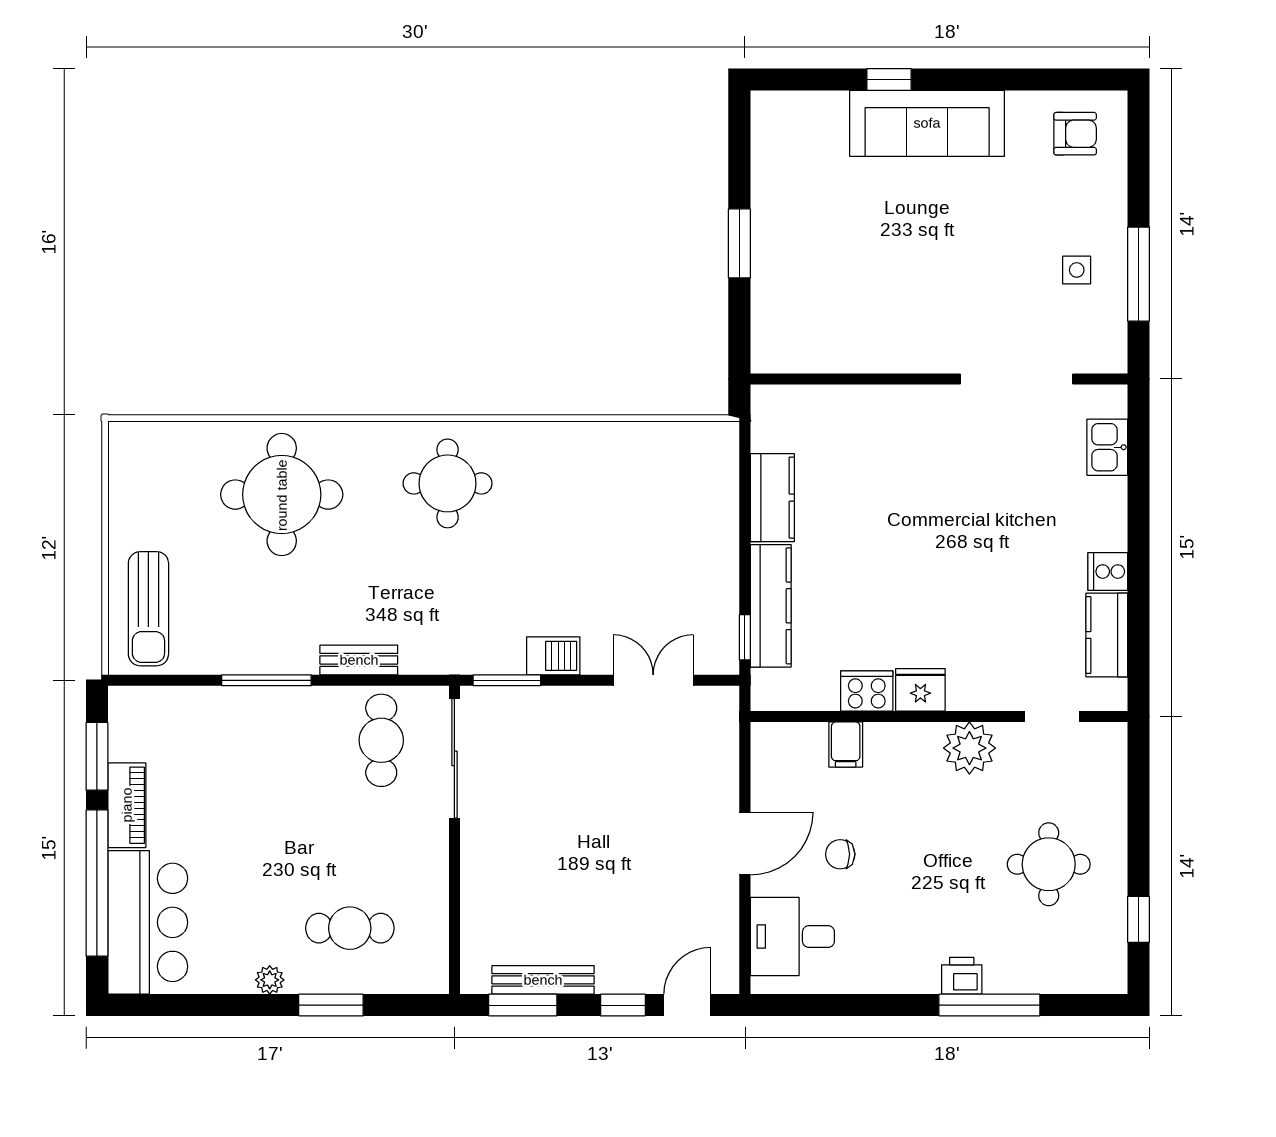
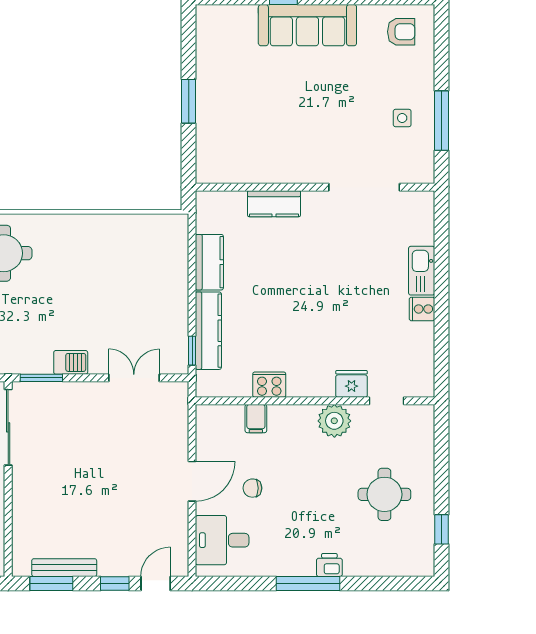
kitchen sink: (1107, 447) -> (422, 271), moved, width x1.38
kitchen counter: (1107, 635) -> (274, 204), moved, turned -90
fridge: (920, 690) -> (352, 384), moved
window: (989, 1005) -> (308, 584), moved

